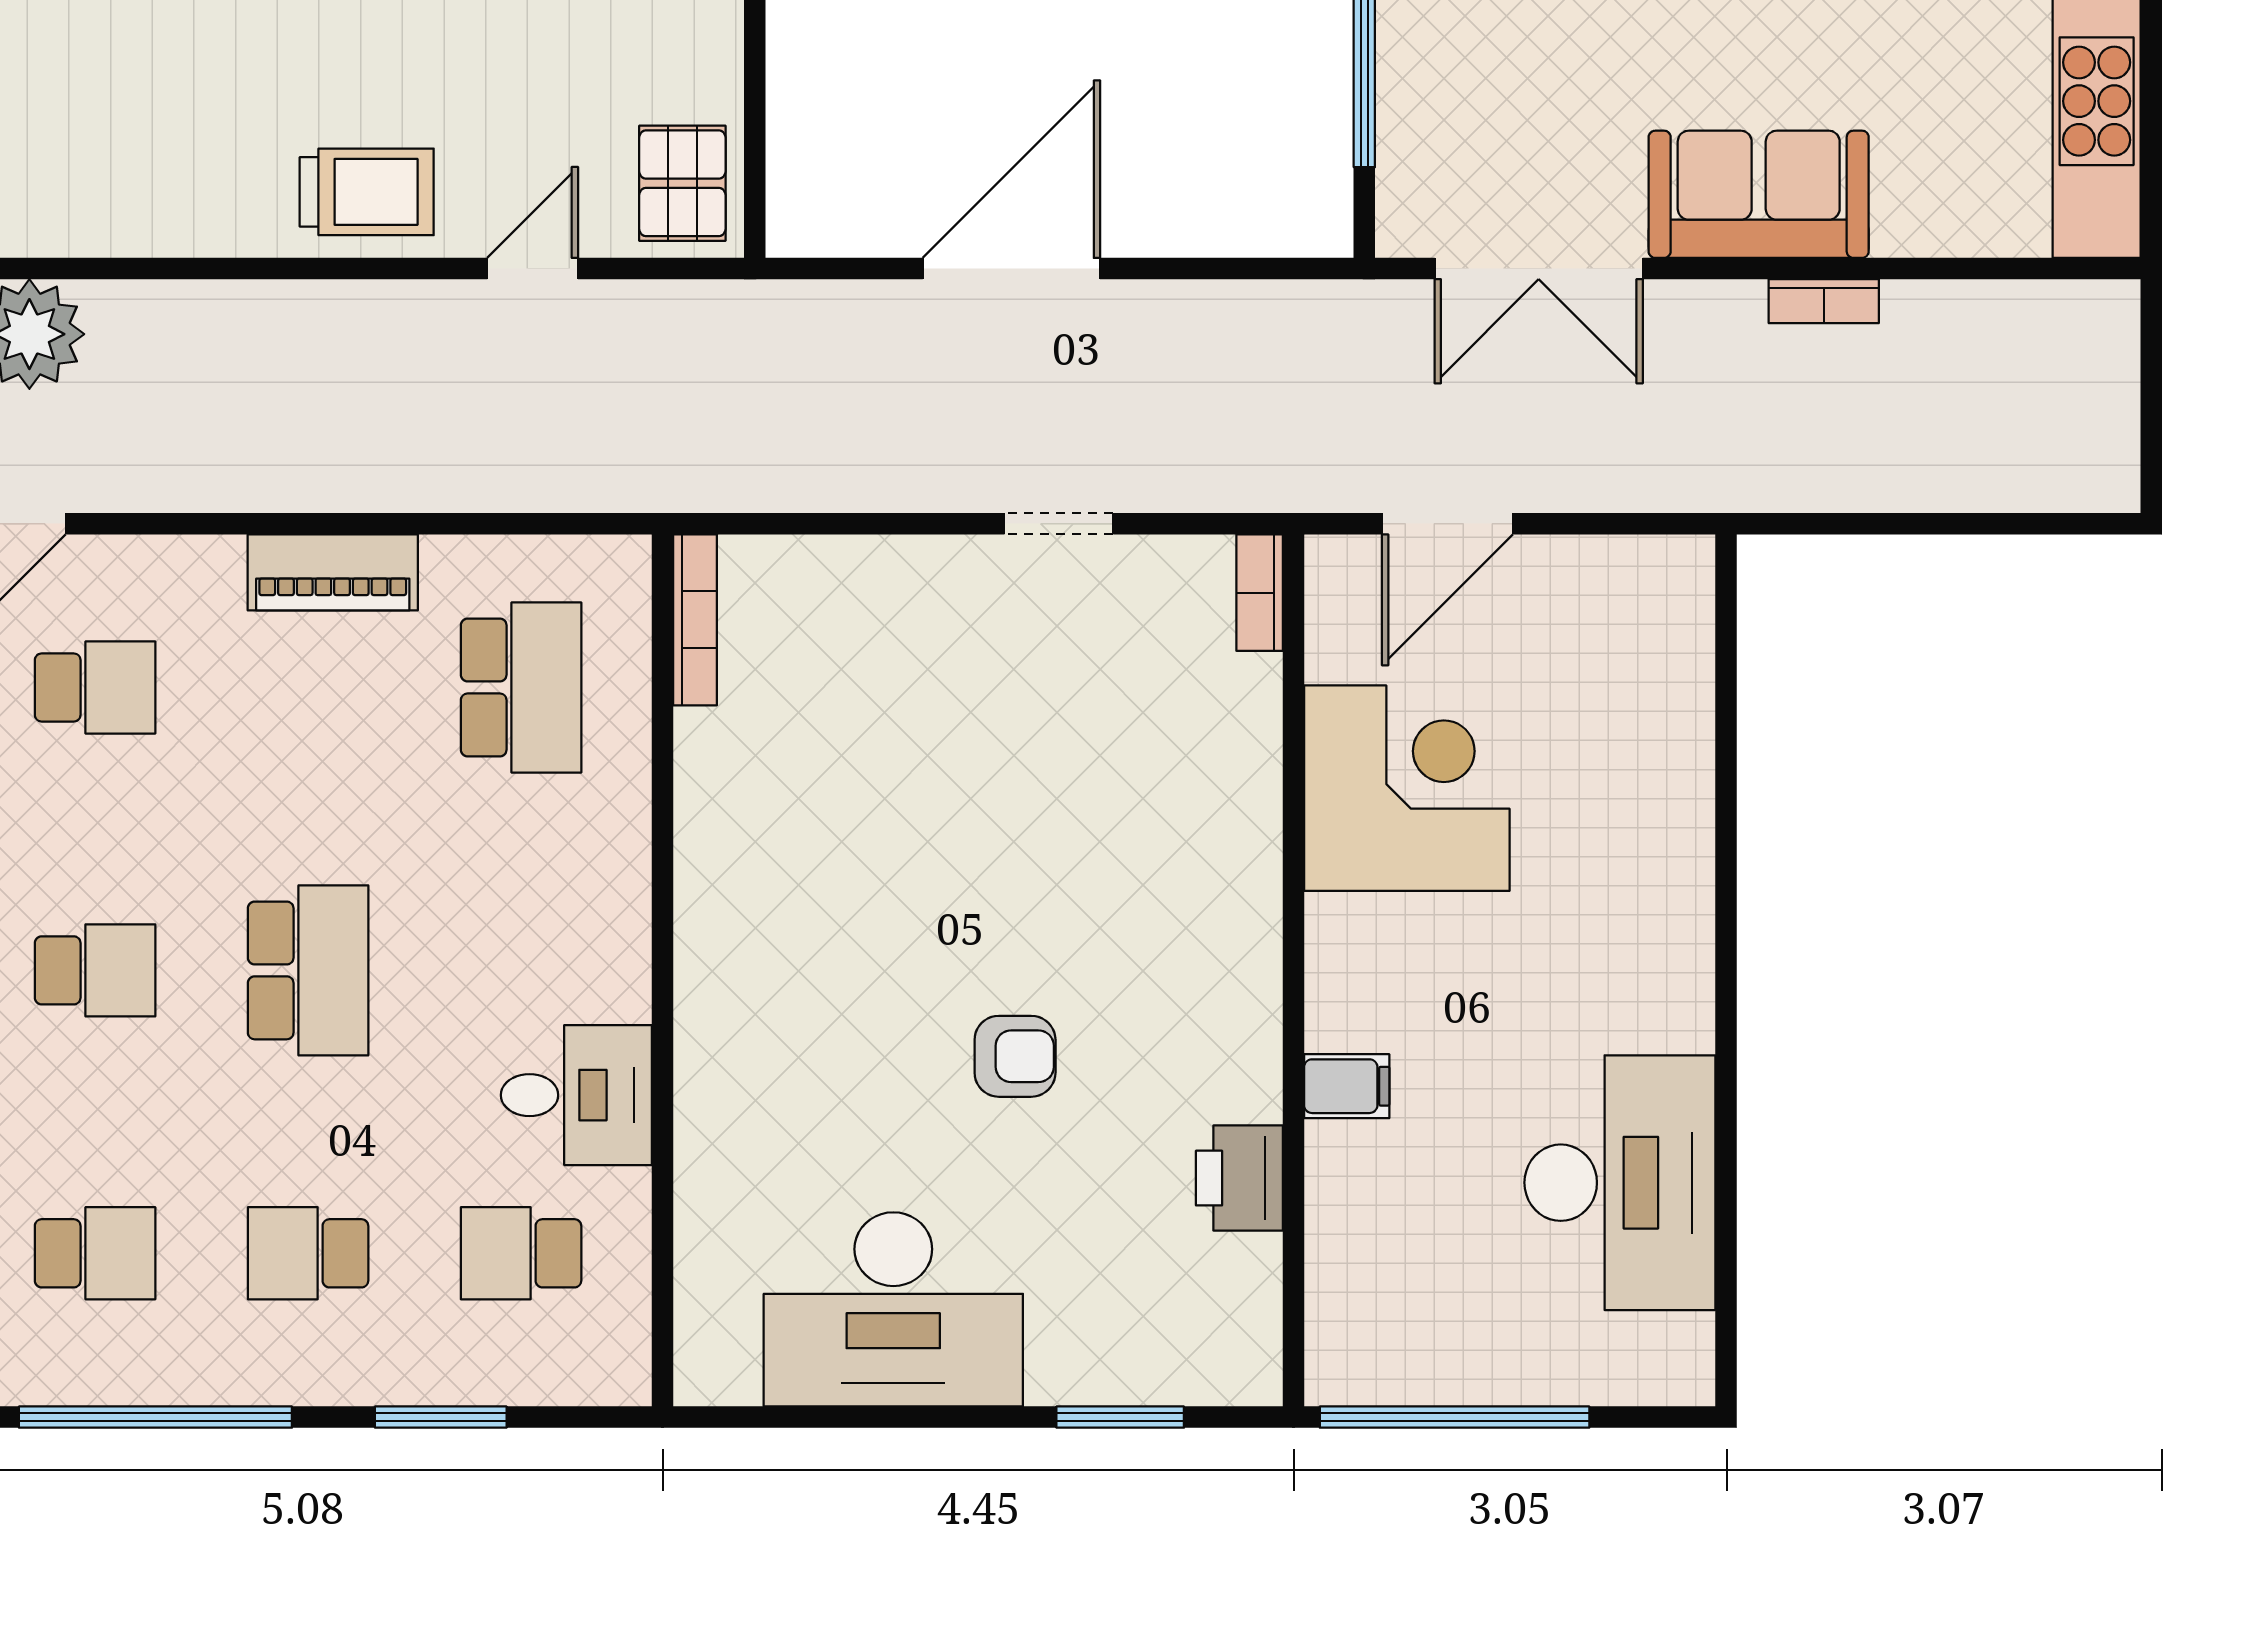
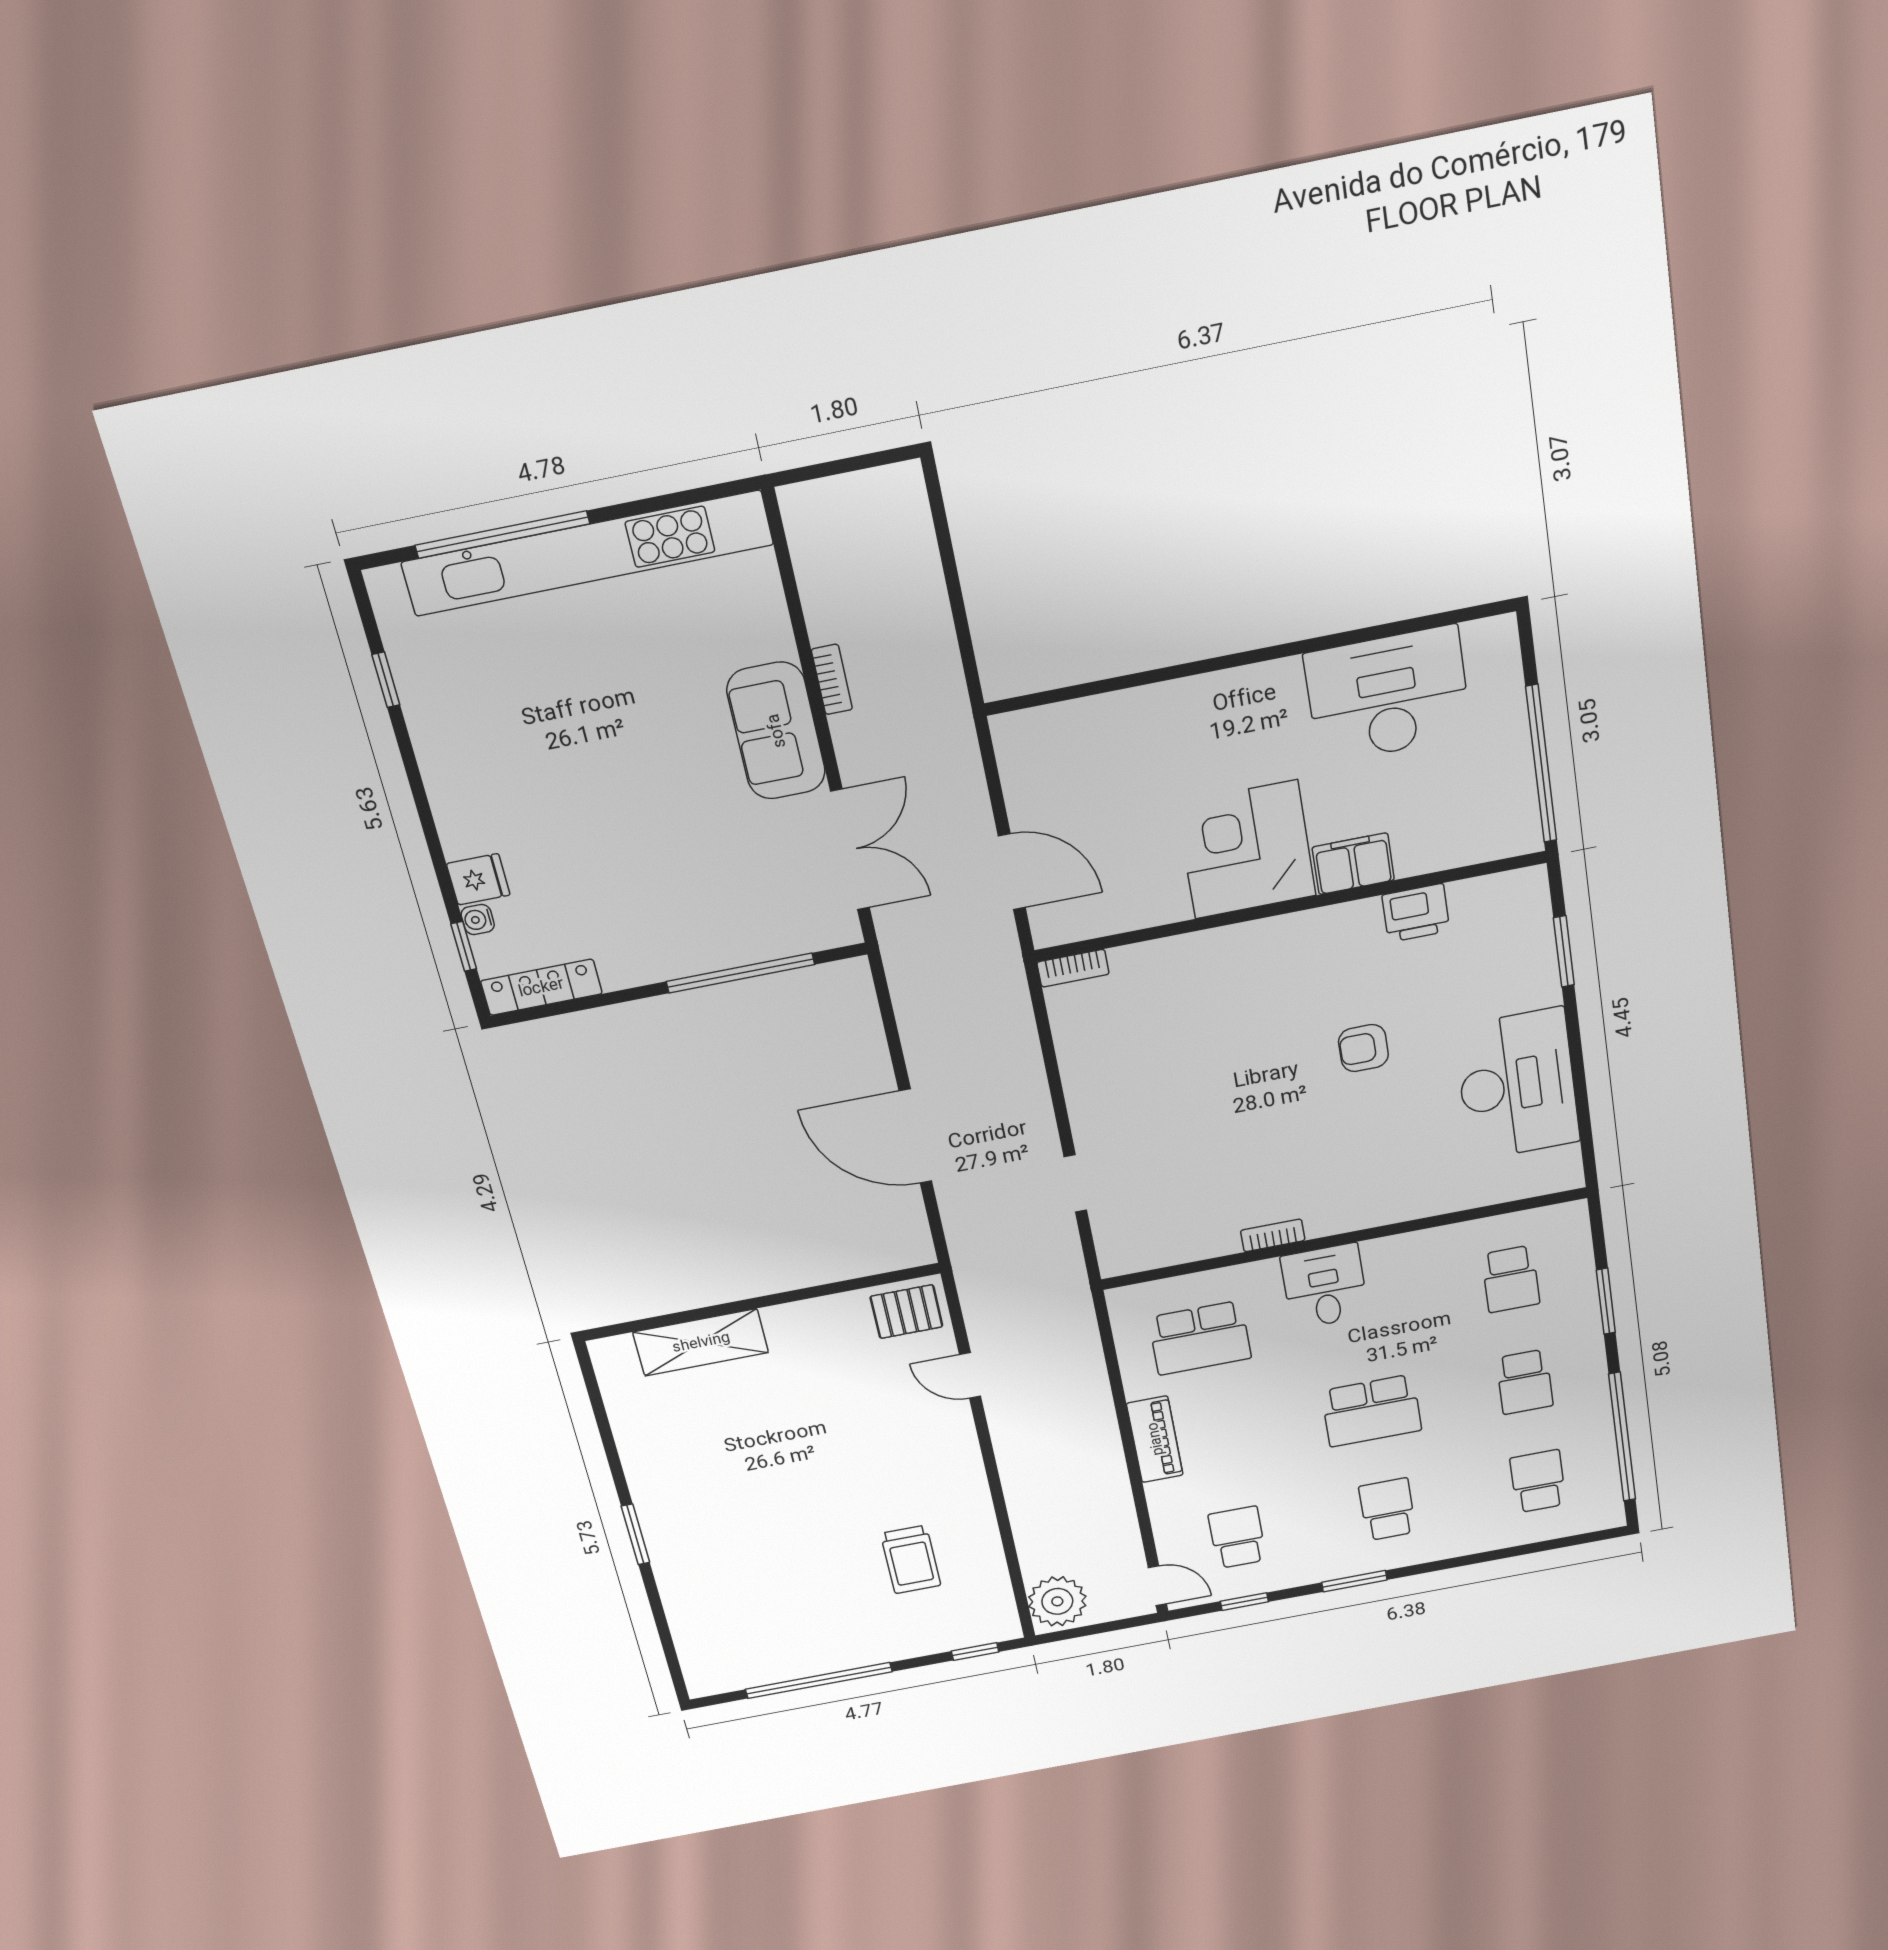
trolley: (367, 192) -> (911, 1559), moved, turned 180
doorway: (1059, 524) -> (1075, 1183), moved
bookcase: (695, 620) -> (1273, 1235), moved, width x0.64
school desk: (521, 687) -> (1200, 1338), turned 180
corner desk: (1407, 788) -> (1246, 850), moved
school desk: (308, 970) -> (1371, 1411), turned 180
armchair: (1015, 1056) -> (1363, 1048), turned -90
filing cabinet: (1347, 1086) -> (1353, 864), width x2.00
desk: (576, 1095) -> (1325, 1286), moved

